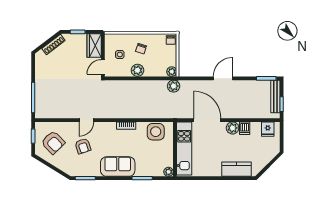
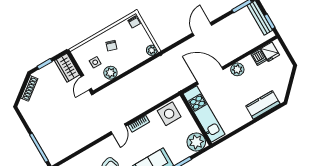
plant: (137, 70) -> (110, 73), moved
plant: (174, 86) -> (161, 63), removed
door: (86, 120) -> (118, 129), moved
dishwasher: (245, 128) -> (259, 57), moved
plant: (168, 172) -> (196, 142), width x1.88, depth x1.88

